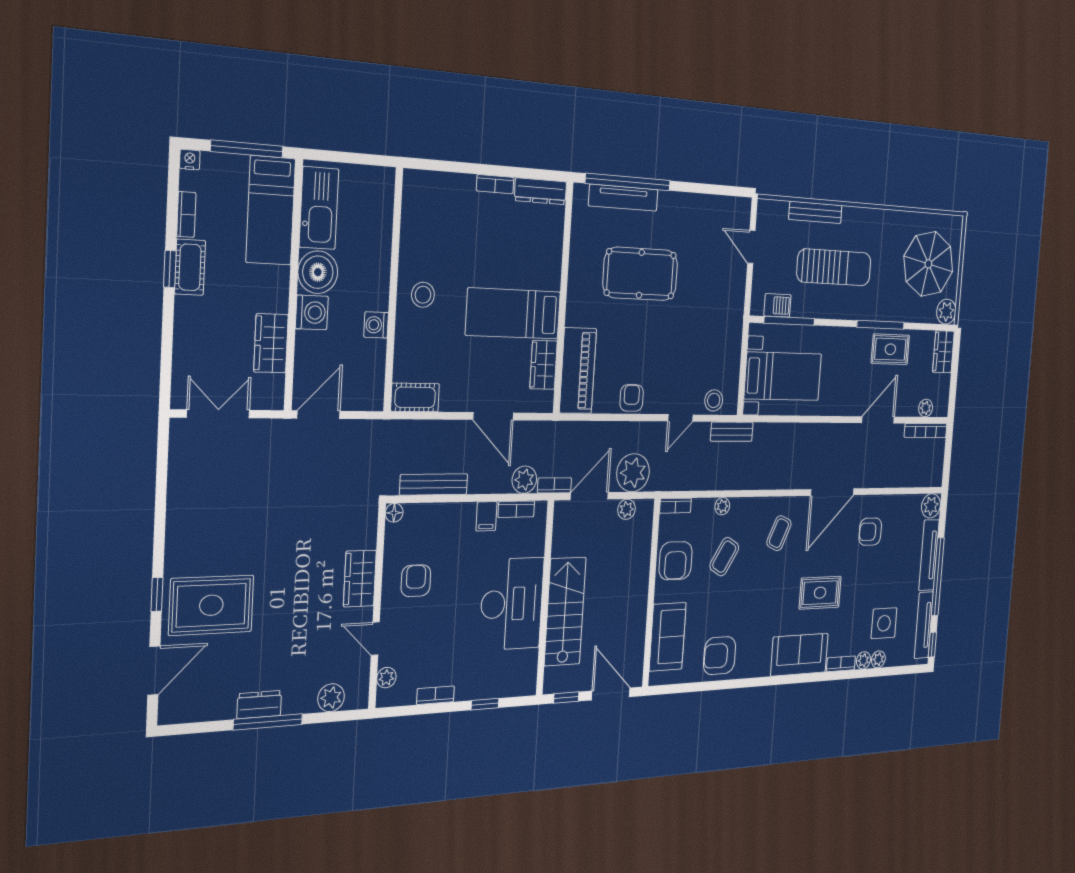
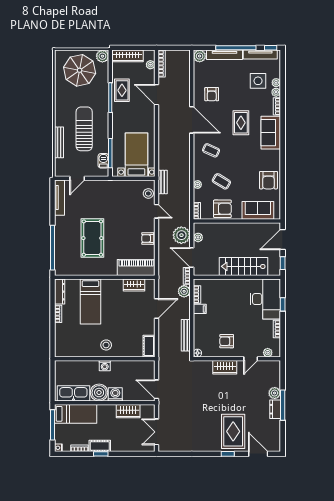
tv unit: (623, 198) -> (60, 198), moved
bed: (513, 313) -> (90, 302), moved
washing machine: (376, 325) -> (105, 366), moved
wardrobe: (943, 352) -> (128, 56), width x1.50
desk: (512, 604) -> (265, 299), moved, turned 90
plant: (331, 698) -> (275, 393), moved

